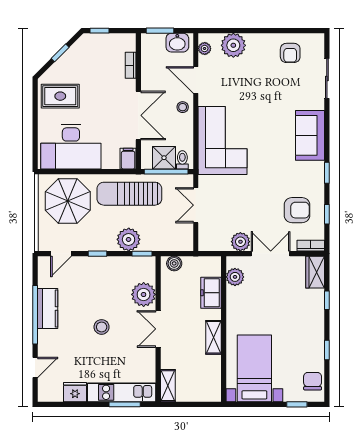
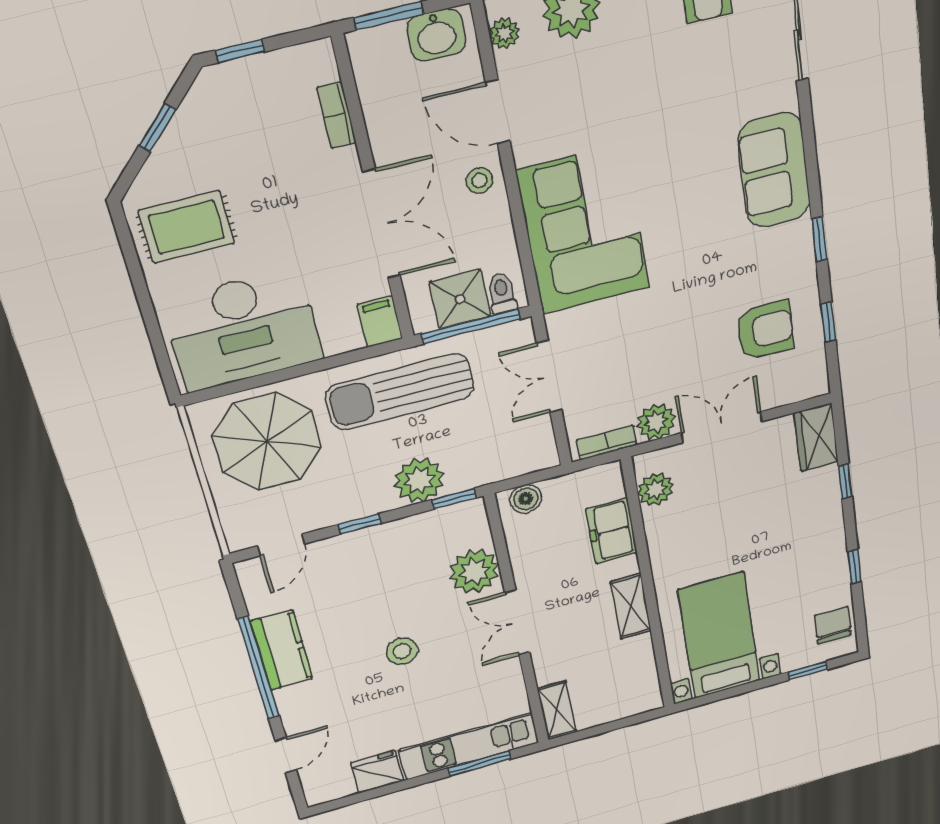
bookcase: (311, 246) -> (607, 443), moved

